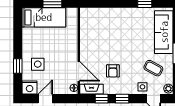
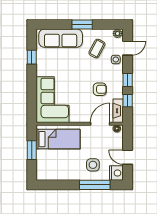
bed: (44, 17) -> (58, 139), moved, turned 90
corner sofa: (103, 24) -> (53, 100), added
window: (18, 66) -> (95, 185), width x2.17

